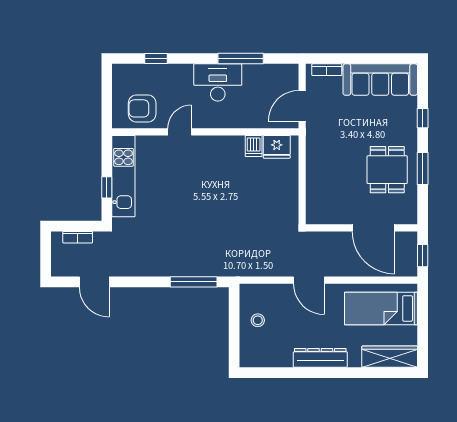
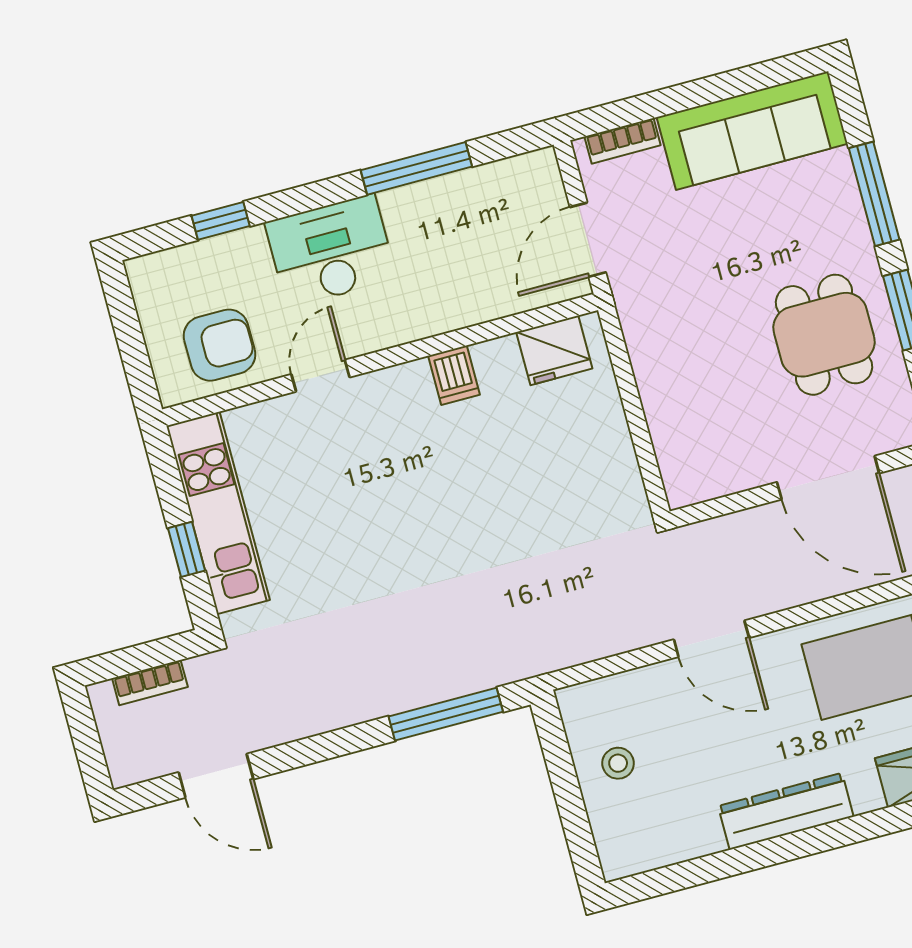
desk: (218, 82) -> (331, 251), moved
armchair: (142, 108) -> (220, 345), turned 180
window: (423, 118) -> (874, 194), width x2.17
dishwasher: (254, 146) -> (454, 375), moved

